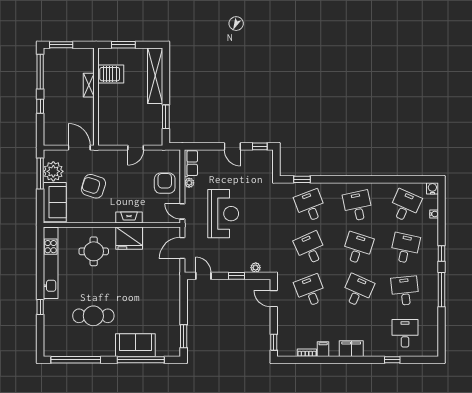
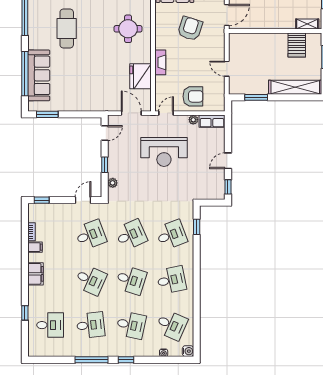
shelving: (89, 85) -> (307, 24), moved
fridge: (129, 238) -> (141, 76), moved
sofa: (135, 345) -> (39, 75), width x1.36

